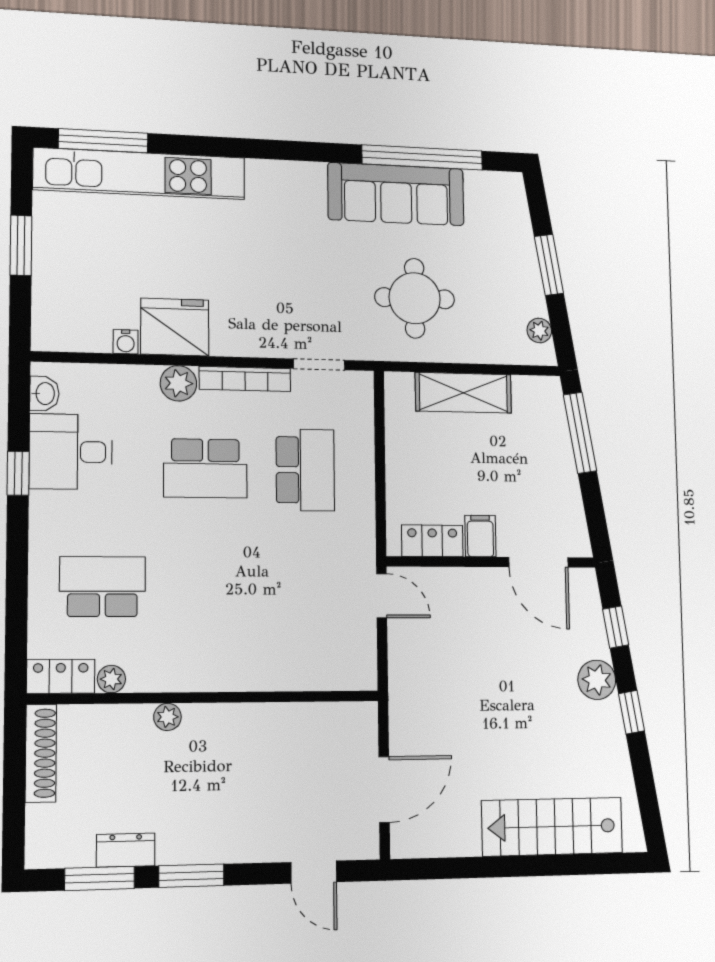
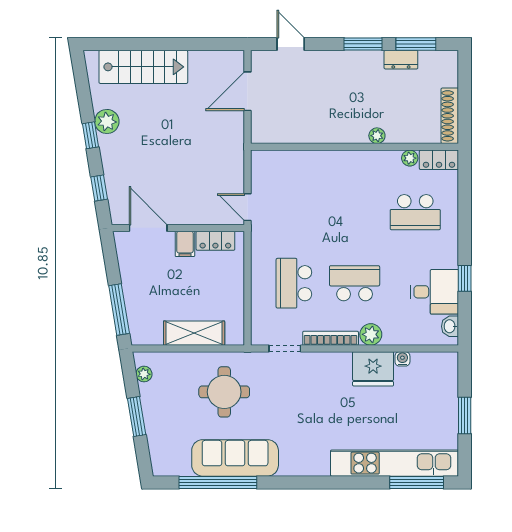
plant: (597, 680) -> (107, 121), moved

